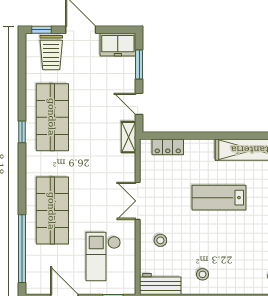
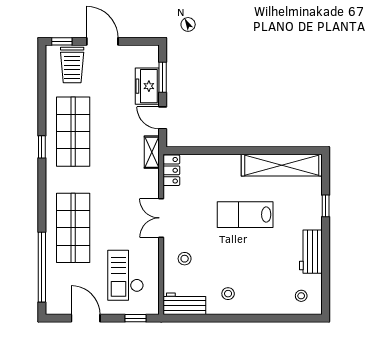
freezer: (118, 45) -> (147, 86), moved, turned 90
locker: (168, 147) -> (171, 170), moved, turned -90

